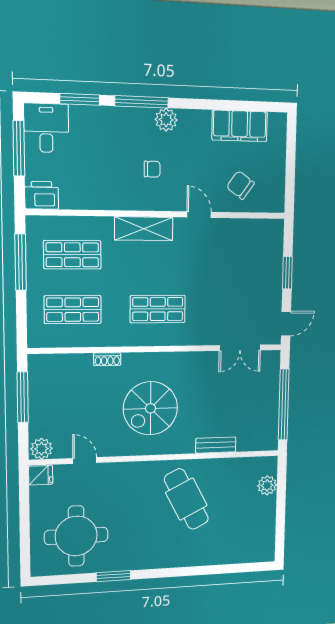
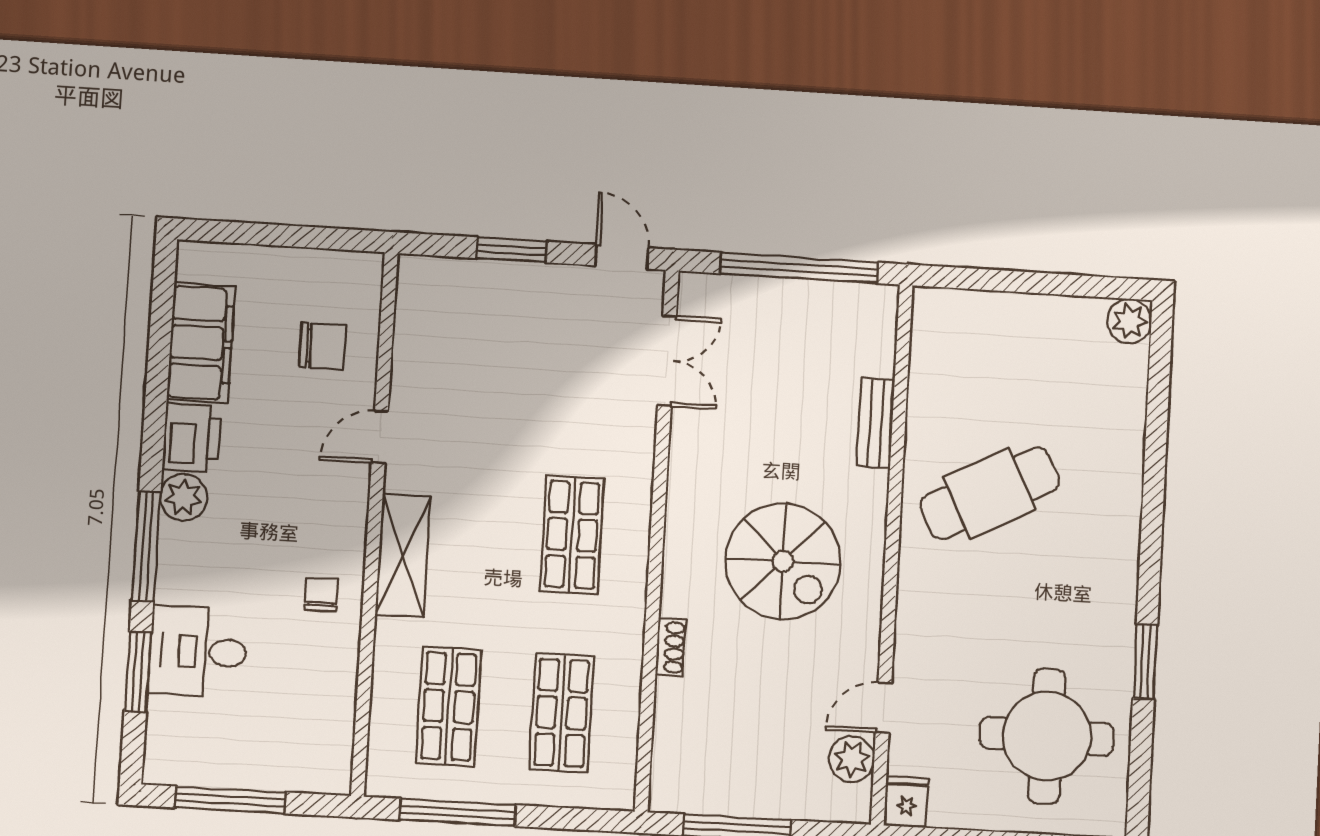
desk: (46, 128) -> (198, 651), moved
chair: (152, 169) -> (321, 594), moved
chair: (240, 185) -> (323, 346), turned -126
printer: (42, 195) -> (192, 438), moved, turned 180
plant: (42, 449) -> (852, 759), moved
plant: (267, 485) -> (1129, 321), moved

